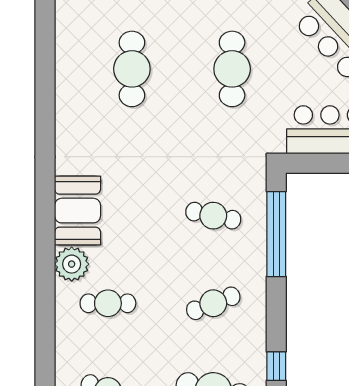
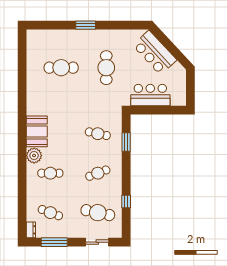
cafe table: (132, 69) -> (61, 68), turned 90
window: (276, 234) -> (126, 142), width x0.47

